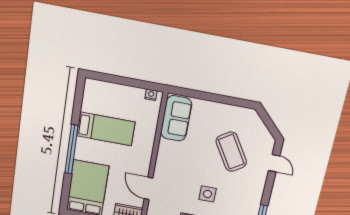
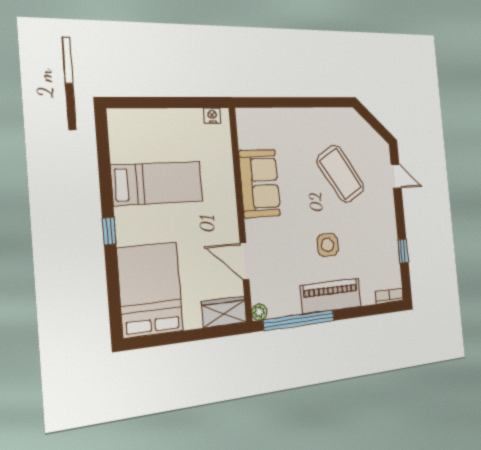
sofa: (176, 118) -> (259, 183), moved
window: (71, 149) -> (109, 231), width x0.32

